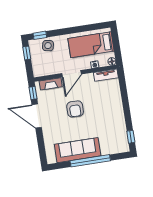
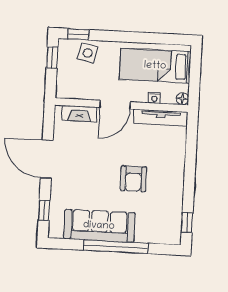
tv unit: (106, 75) -> (161, 118), width x1.41
window: (33, 93) -> (44, 210), moved
armchair: (75, 109) -> (133, 179), moved

